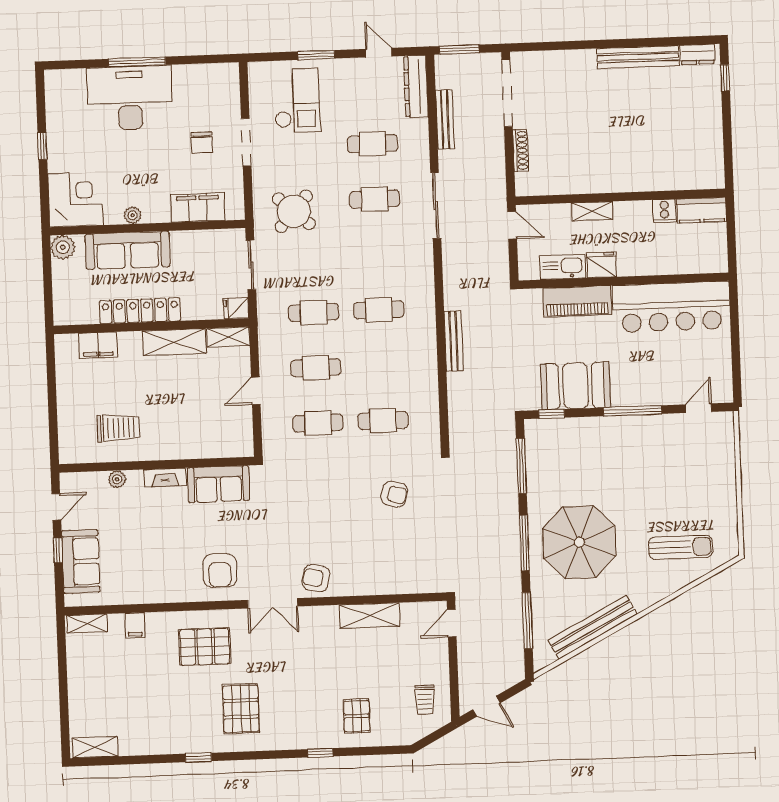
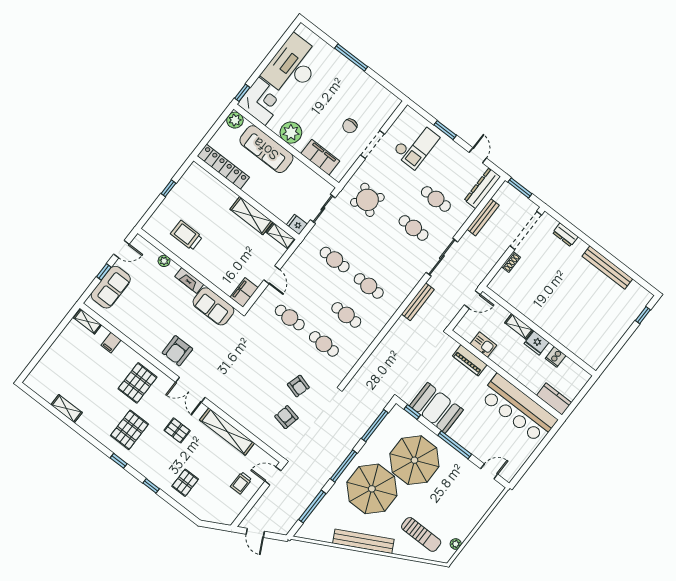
dresser: (697, 54) -> (565, 235), moved
desk: (130, 98) -> (293, 66), moved, turned -90
window: (42, 146) -> (242, 93), moved
shoe rack: (521, 150) -> (511, 262), width x0.70
kitchen counter: (702, 210) -> (554, 399), moved, turned 180
plant: (133, 215) -> (291, 133), width x1.88, depth x1.88
door: (512, 225) -> (472, 300), hinge flipped
fridge: (601, 265) -> (537, 343), moved, turned 180
kitchen sink: (563, 267) -> (483, 345), width x0.73
piano: (577, 301) -> (470, 360), width x0.73, depth x0.75
locker: (140, 311) -> (223, 167), moved
bench: (454, 341) -> (418, 302), moved
filing cabinet: (98, 345) -> (244, 293), moved, turned 90
cafe table: (316, 368) -> (346, 315), moved
window: (52, 391) -> (168, 188), added
door: (256, 391) -> (272, 275), swing flipped
trolley: (118, 428) -> (186, 235), turned 180
parasol: (601, 468) -> (414, 460), added
plant: (730, 525) -> (456, 544), added
armchair: (316, 578) -> (286, 417), moved
shelving: (370, 616) -> (227, 432), width x1.47
bench: (593, 627) -> (363, 541), moved
pallet: (205, 647) -> (137, 383), turned 90
pallet: (297, 663) -> (177, 430), added
trolley: (425, 700) -> (241, 483), moved
shelving: (95, 747) -> (67, 409), moved
window: (198, 757) -> (119, 461), moved

